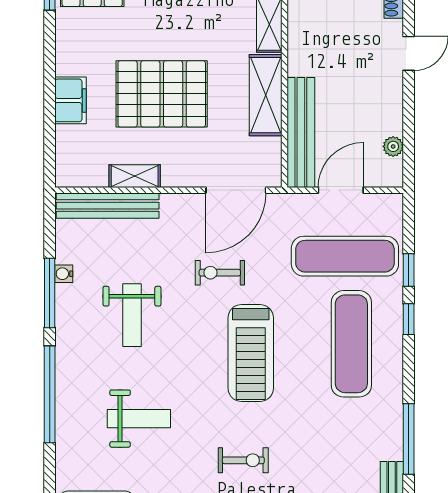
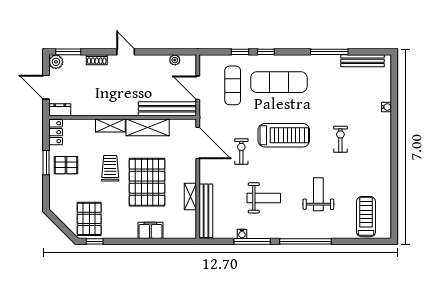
trolley: (188, 24) -> (110, 168), added
exercise mat: (345, 256) -> (233, 85), width x0.73, depth x0.69
exercise bike: (220, 273) -> (241, 152), turned 180

